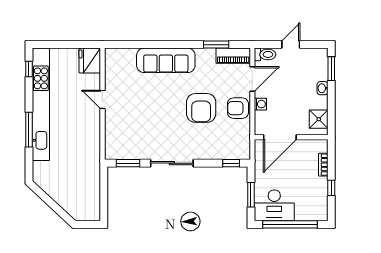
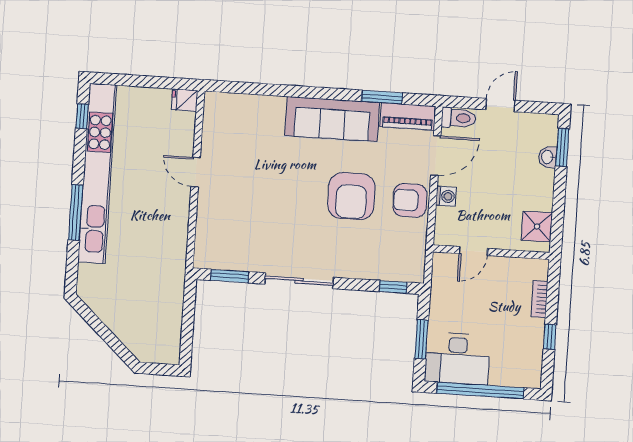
sofa: (166, 60) -> (332, 119), moved
fridge: (90, 61) -> (185, 100), width x0.53, depth x0.75
washbasin: (323, 88) -> (548, 157), moved
door: (280, 137) -> (473, 251), width x0.53

